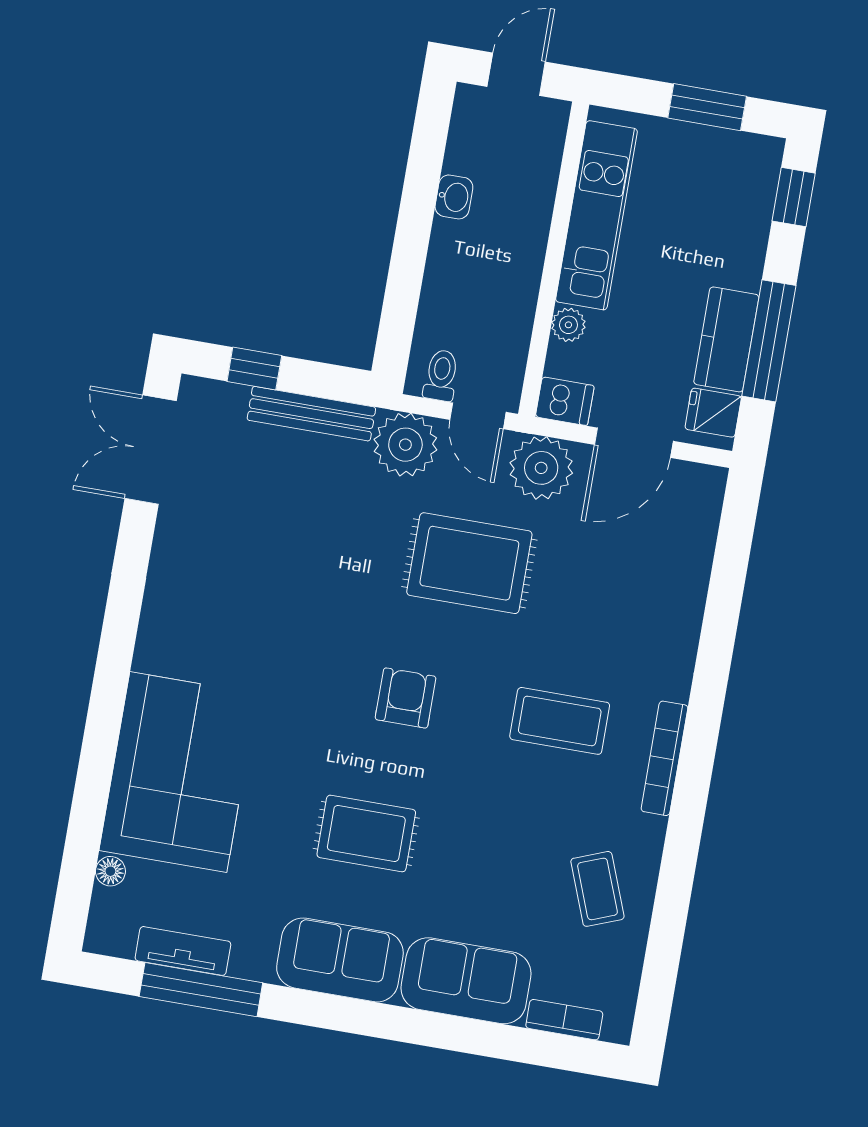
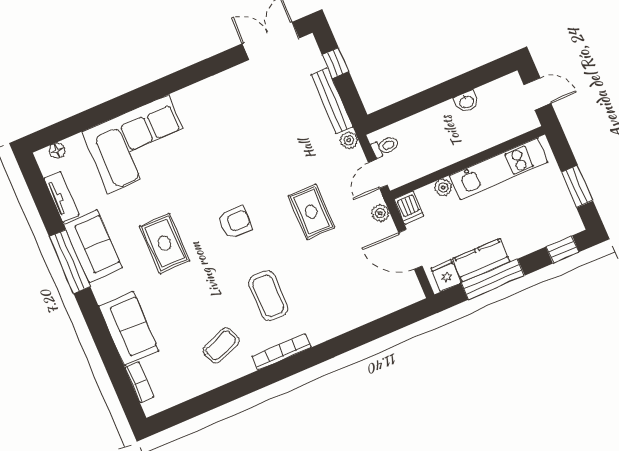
plant: (405, 445) -> (349, 140), width x0.53, depth x0.53
plant: (541, 468) -> (380, 213), width x0.53, depth x0.53
rug: (469, 563) -> (311, 212), width x0.73, depth x0.70
floor lamp: (110, 871) -> (57, 151), moved
coffee table: (597, 889) -> (221, 345), moved
sofa: (340, 960) -> (93, 246), moved
window: (201, 990) -> (70, 262), moved

